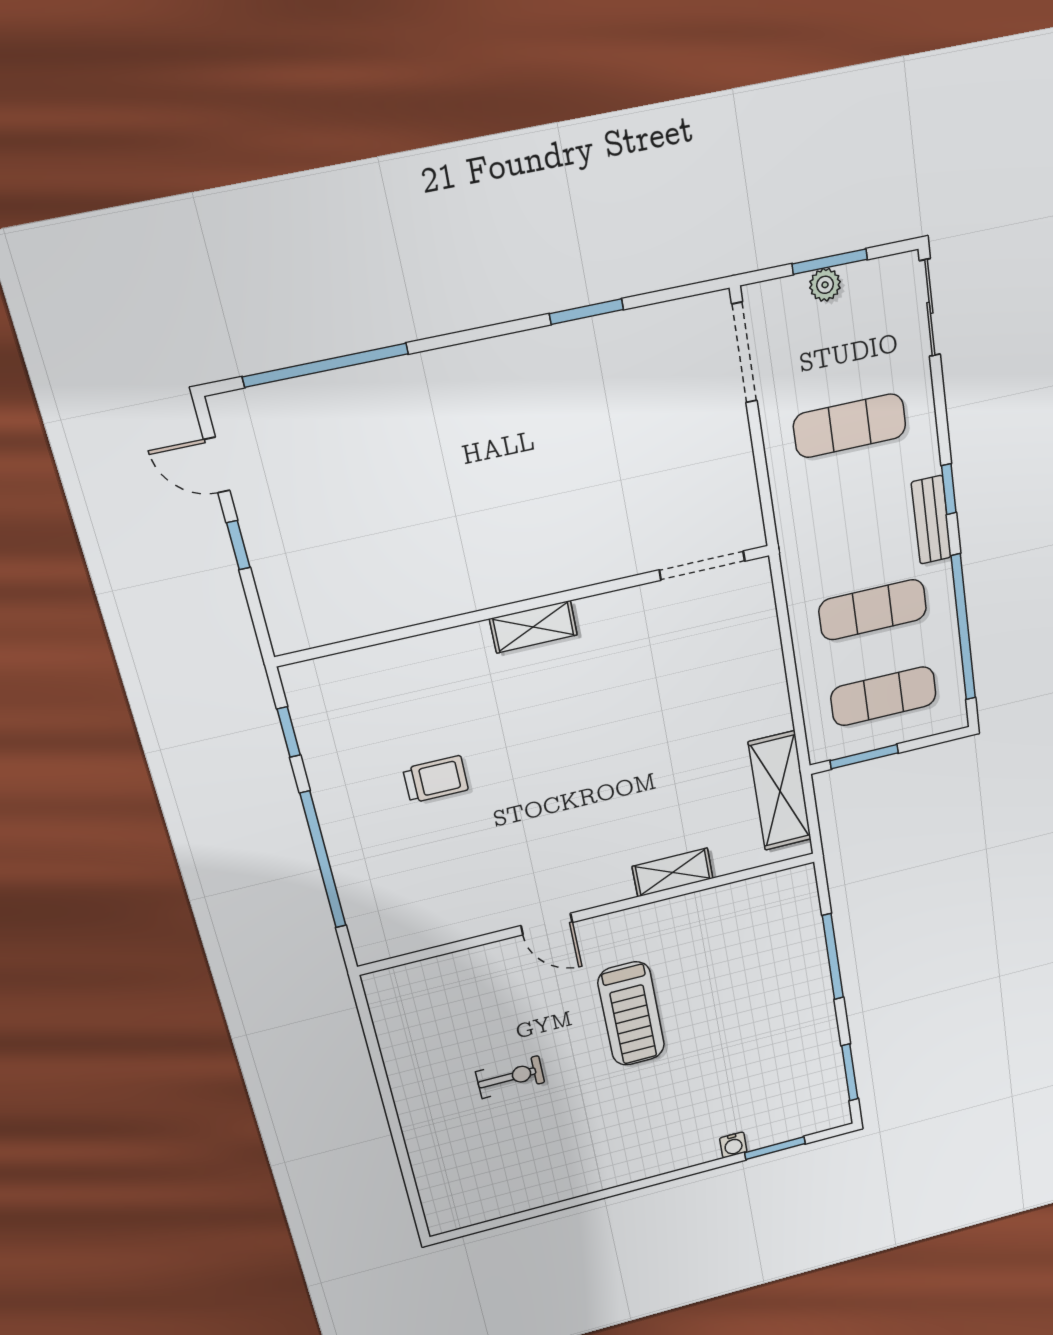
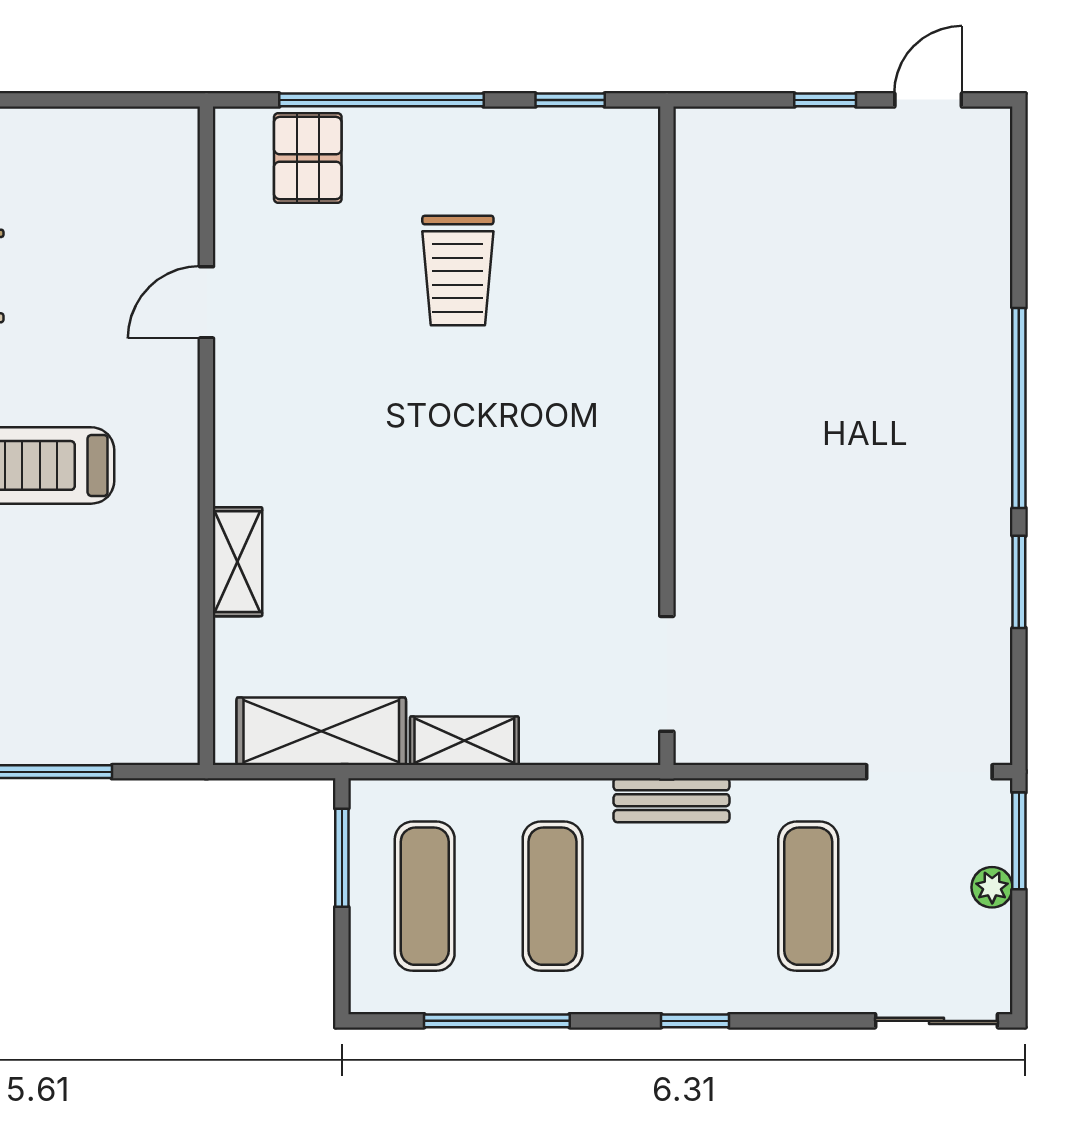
window: (830, 262) -> (1019, 841), moved
window: (326, 365) -> (1019, 408), moved
bench: (931, 520) -> (671, 800), moved
shelving: (533, 627) -> (464, 741), moved, turned 90
window: (963, 628) -> (497, 1021), width x0.68
trolley: (436, 779) -> (458, 270), width x1.36, depth x1.39
pallet: (378, 898) -> (308, 158), added
door: (547, 924) -> (206, 302), moved

